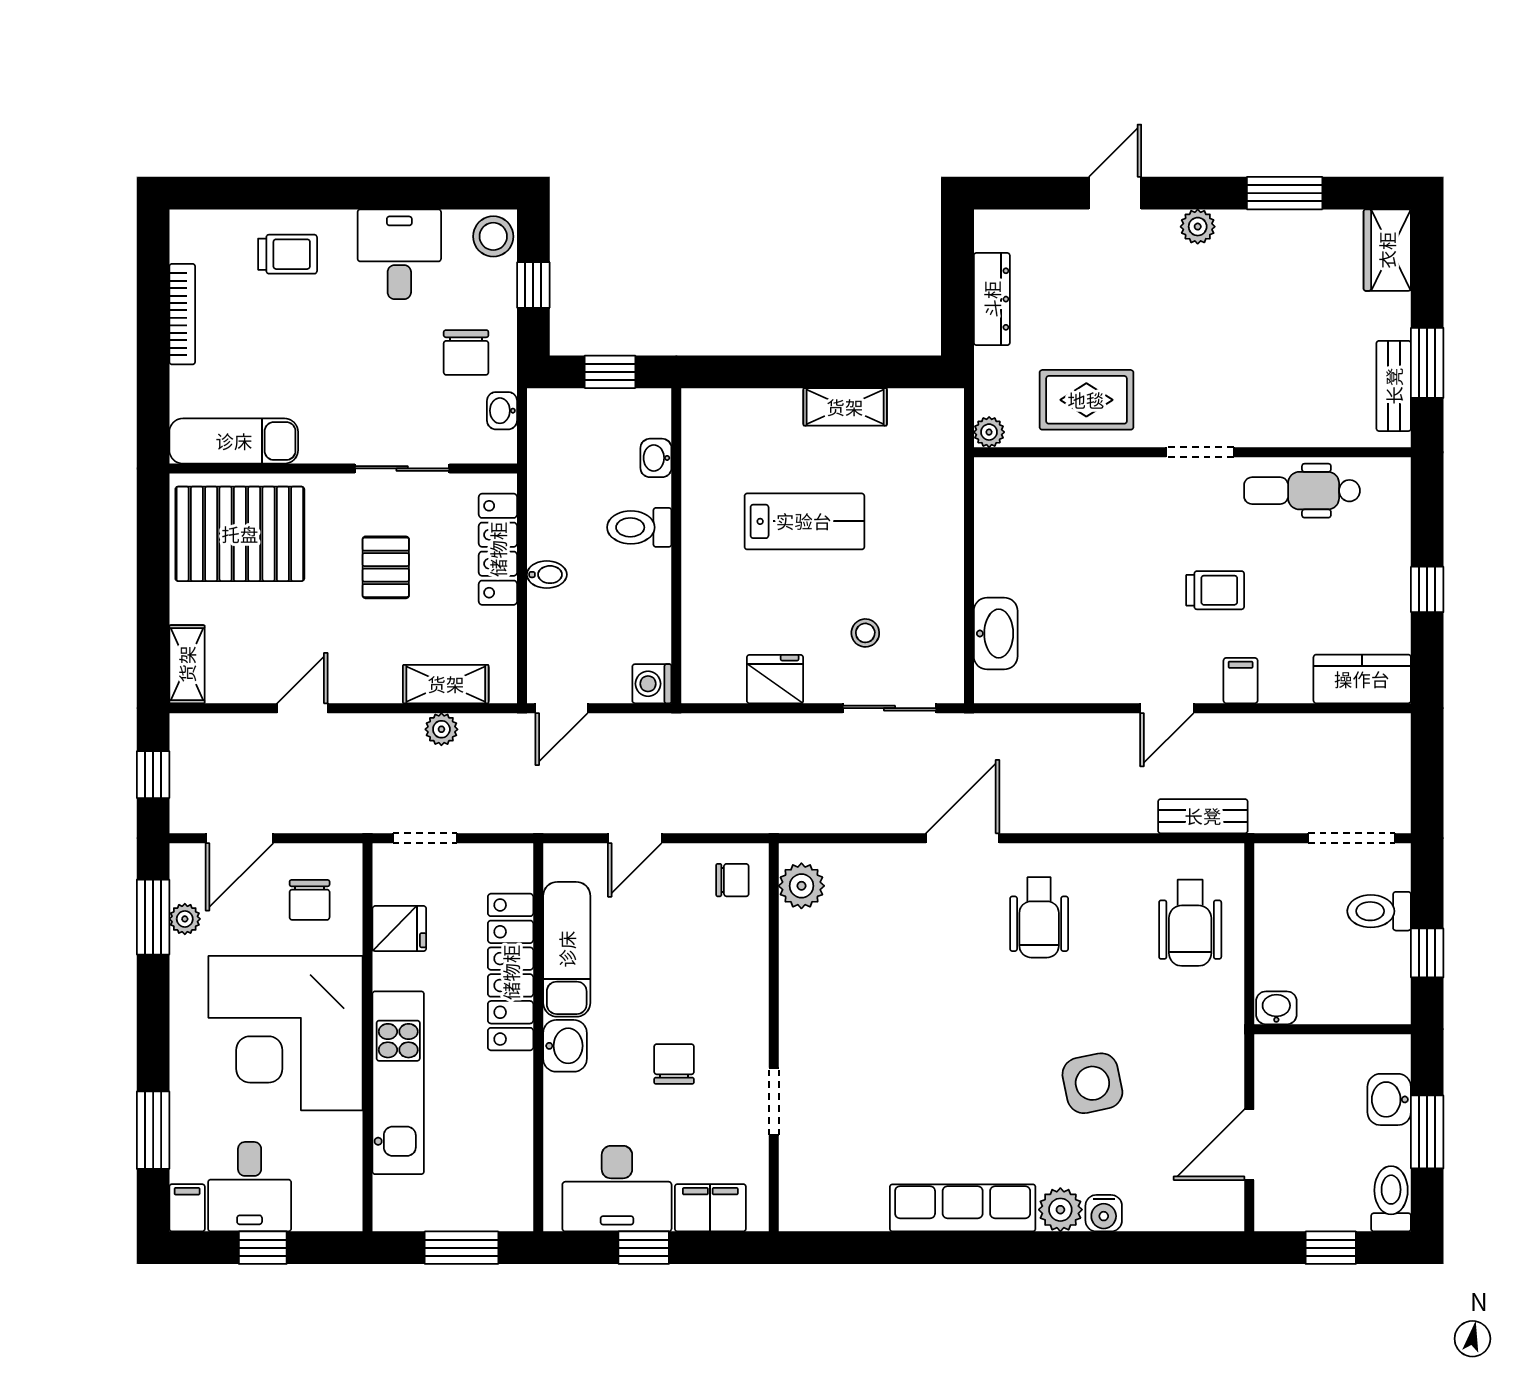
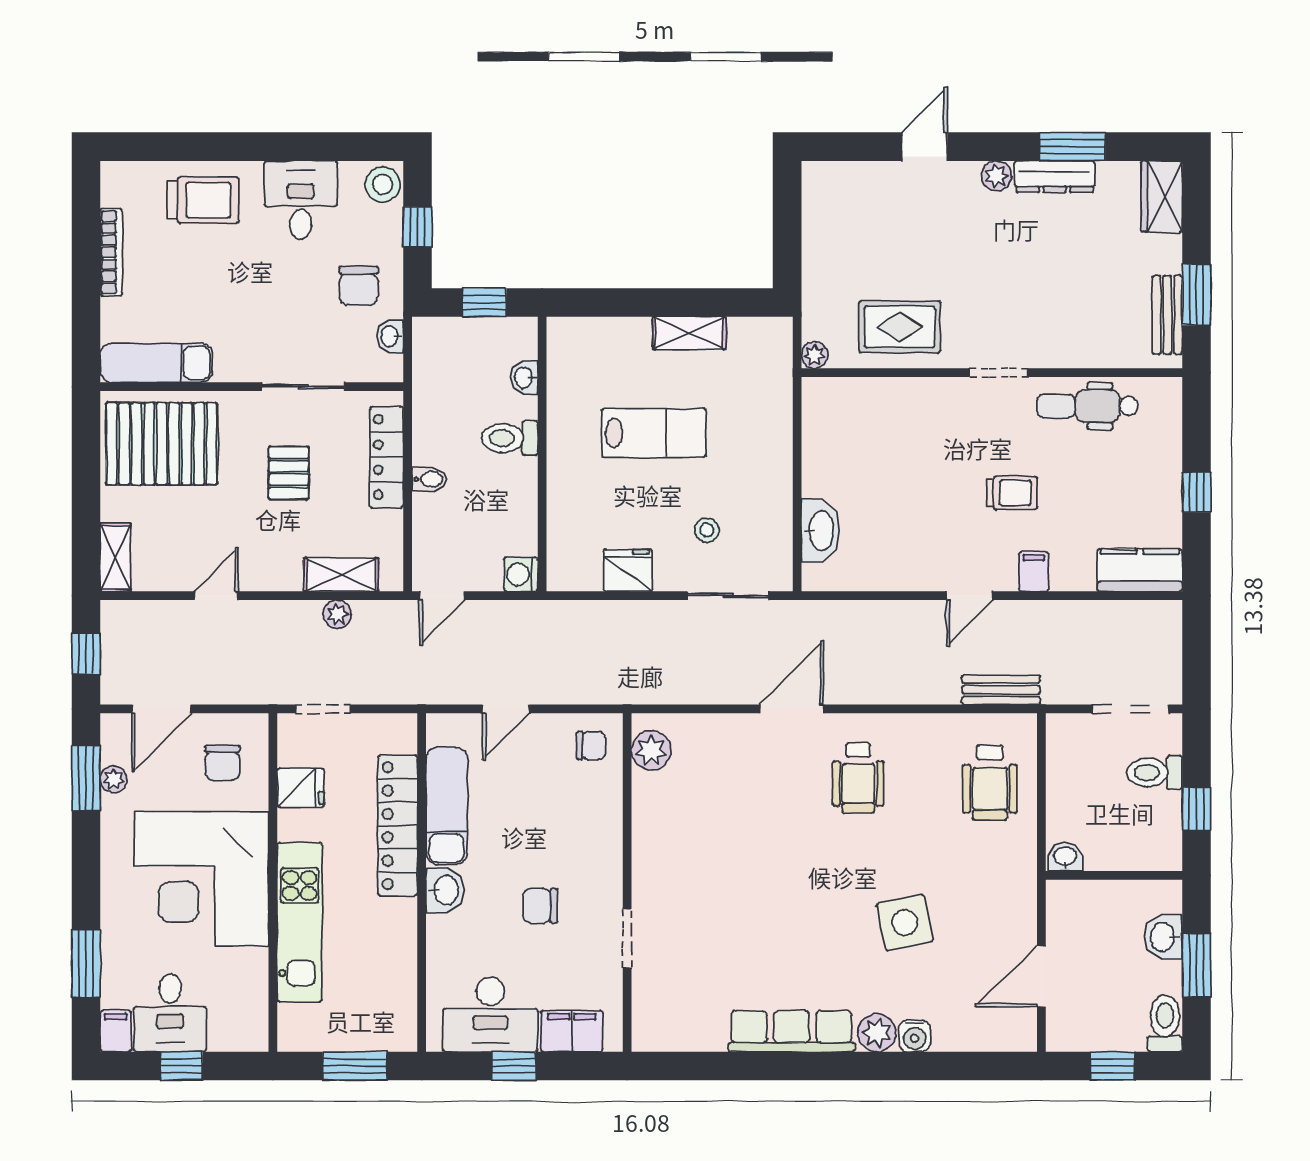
trolley: (288, 254) -> (203, 200), width x1.36, depth x1.39
dresser: (992, 299) -> (1055, 177), moved, turned 90
chair: (674, 1064) -> (540, 906), turned -90

